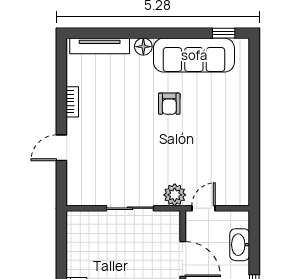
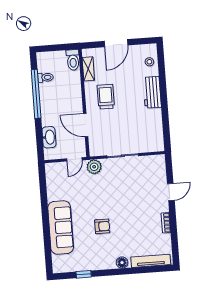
window: (224, 33) -> (84, 274), moved
sofa: (194, 55) -> (61, 227), moved, turned 90
armchair: (169, 104) -> (102, 226), turned 90

